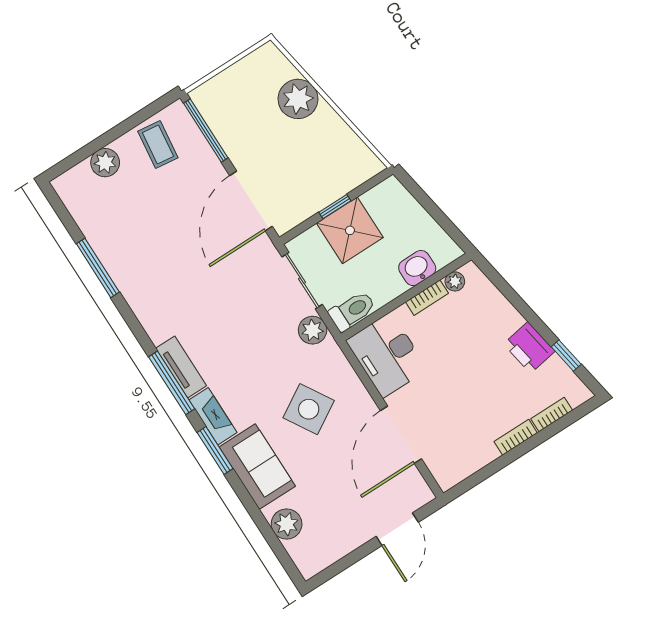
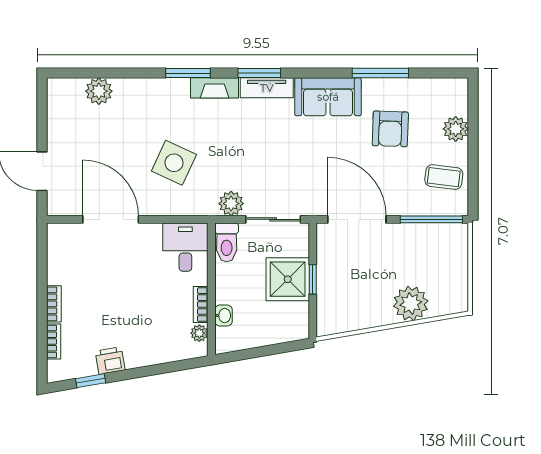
armchair: (145, 225) -> (390, 129), added
washbasin: (417, 268) -> (223, 316), width x0.72, depth x0.69
printer: (529, 348) -> (110, 361), width x0.73, depth x0.81
desk: (387, 355) -> (185, 247), width x0.73
window: (172, 383) -> (259, 73), width x0.69
side table: (309, 409) -> (174, 163), turned -34
sofa: (257, 467) -> (328, 97), moved

